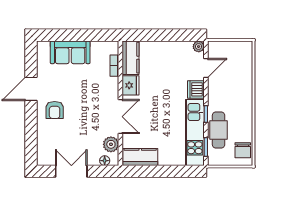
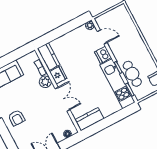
door: (206, 68) -> (102, 37), hinge flipped
plant: (111, 144) -> (45, 82), moved

